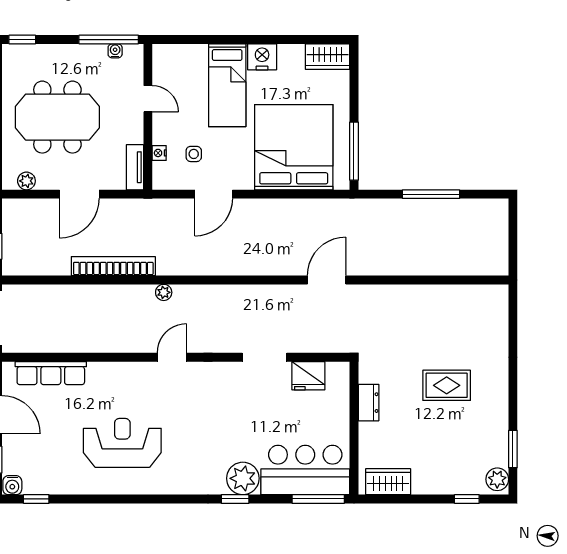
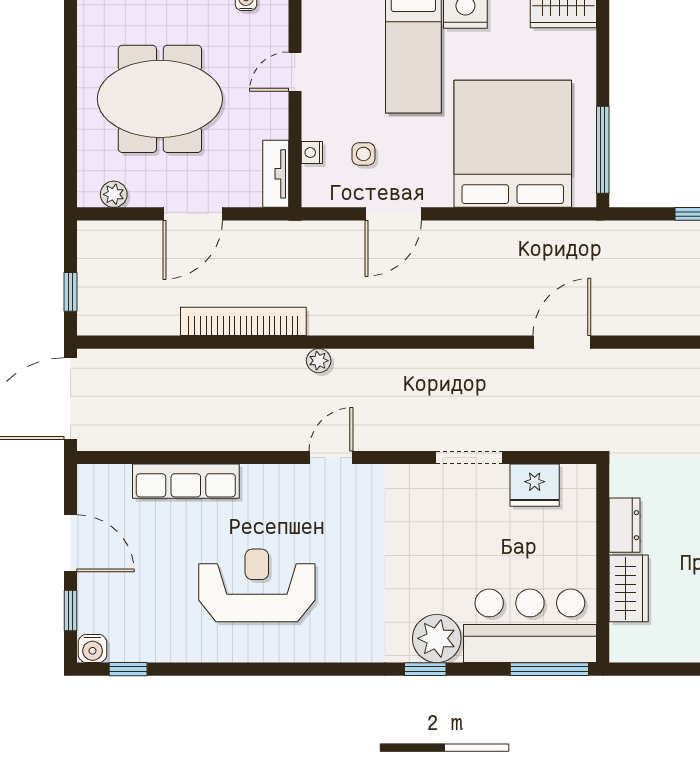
door: (148, 99) -> (295, 72), swing flipped
row of seats: (51, 373) -> (186, 481), moved
wardrobe: (388, 482) -> (629, 588), moved, turned 90

